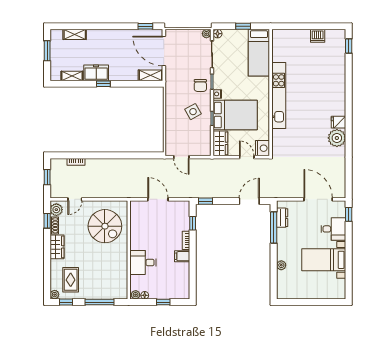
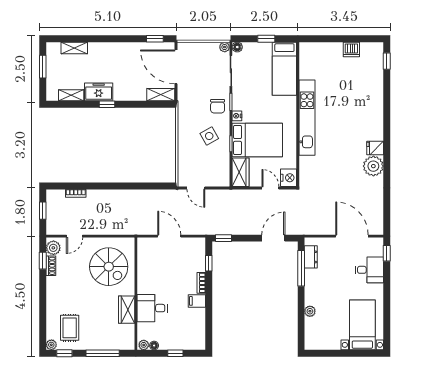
wardrobe: (57, 247) -> (127, 310), moved, turned 180
bed with nightstands: (324, 260) -> (362, 325), moved, turned 90

